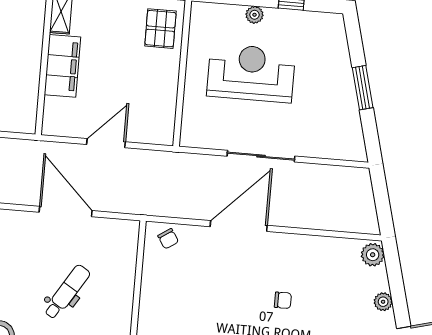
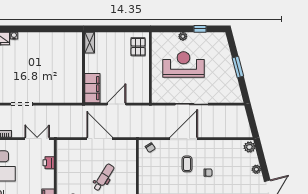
filing cabinet: (62, 66) -> (92, 88), moved
coffee table: (241, 279) -> (187, 164), added

